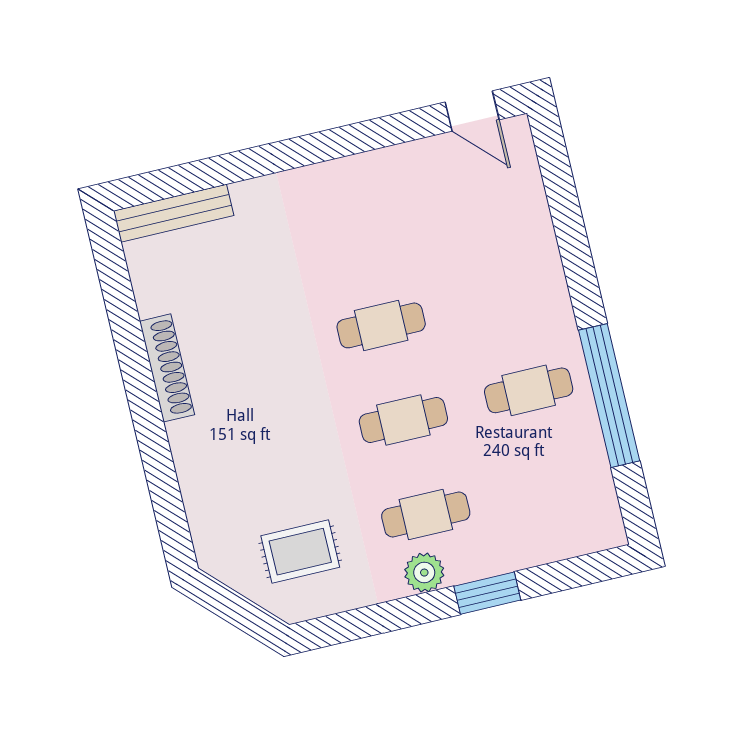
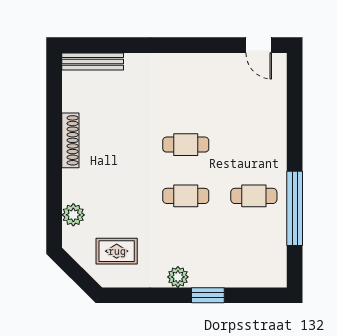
plant: (205, 504) -> (73, 215), added
cafe table: (426, 514) -> (186, 247), removed

